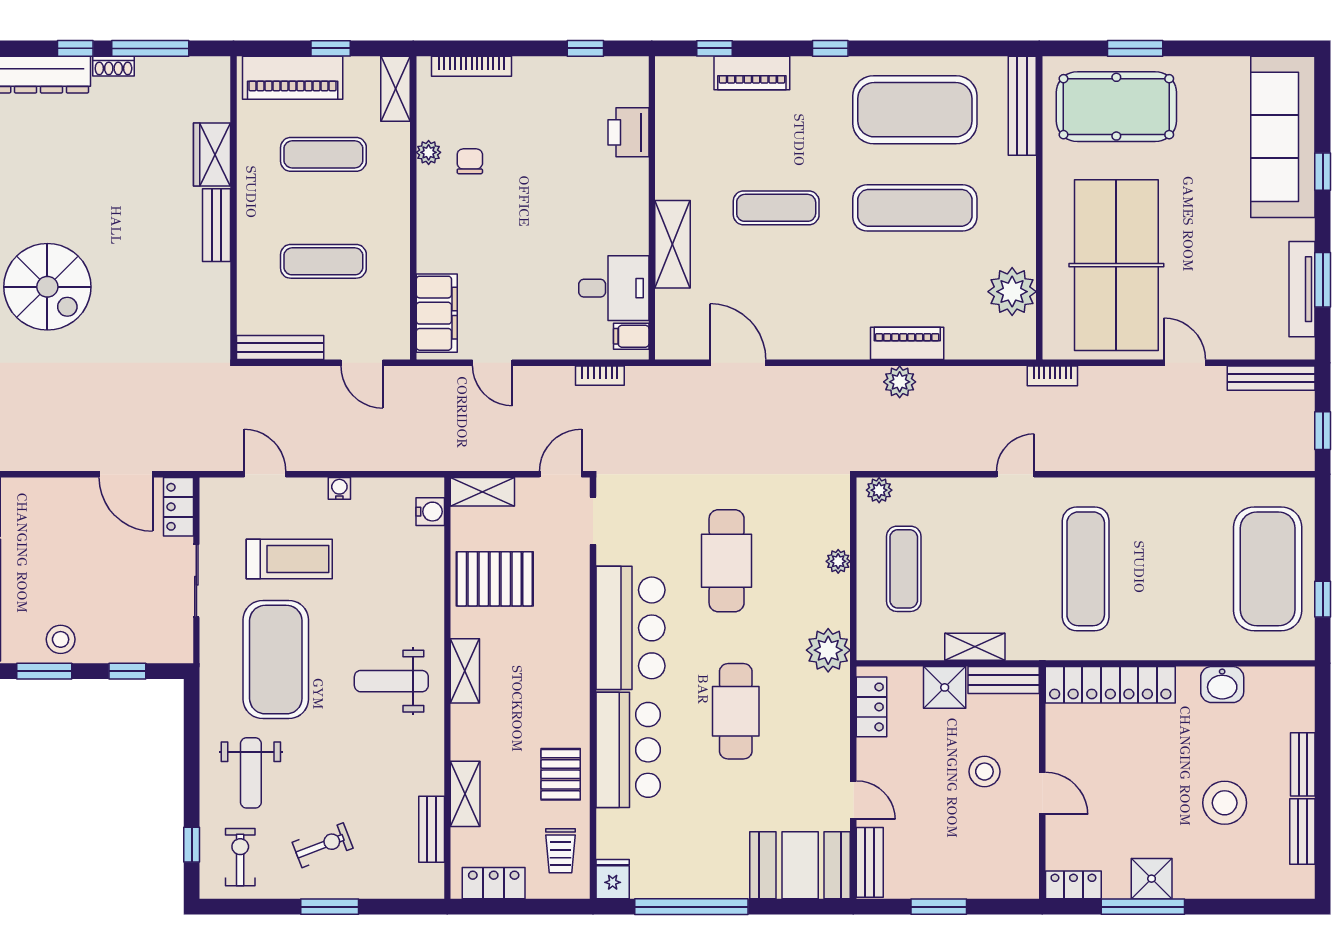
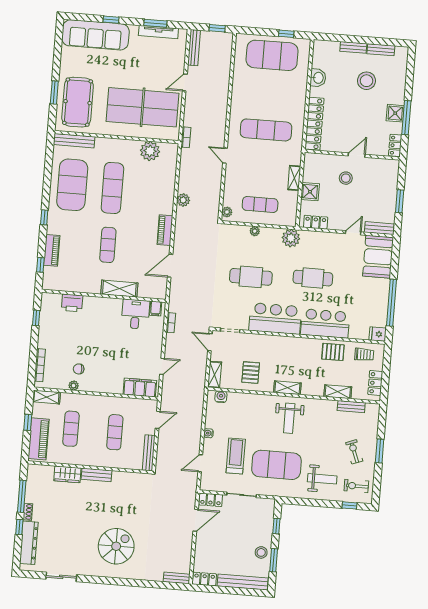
piano: (907, 343) -> (165, 230), moved
pallet: (495, 579) -> (251, 373), width x0.67, depth x0.71
bench: (1004, 680) -> (309, 167), removed

